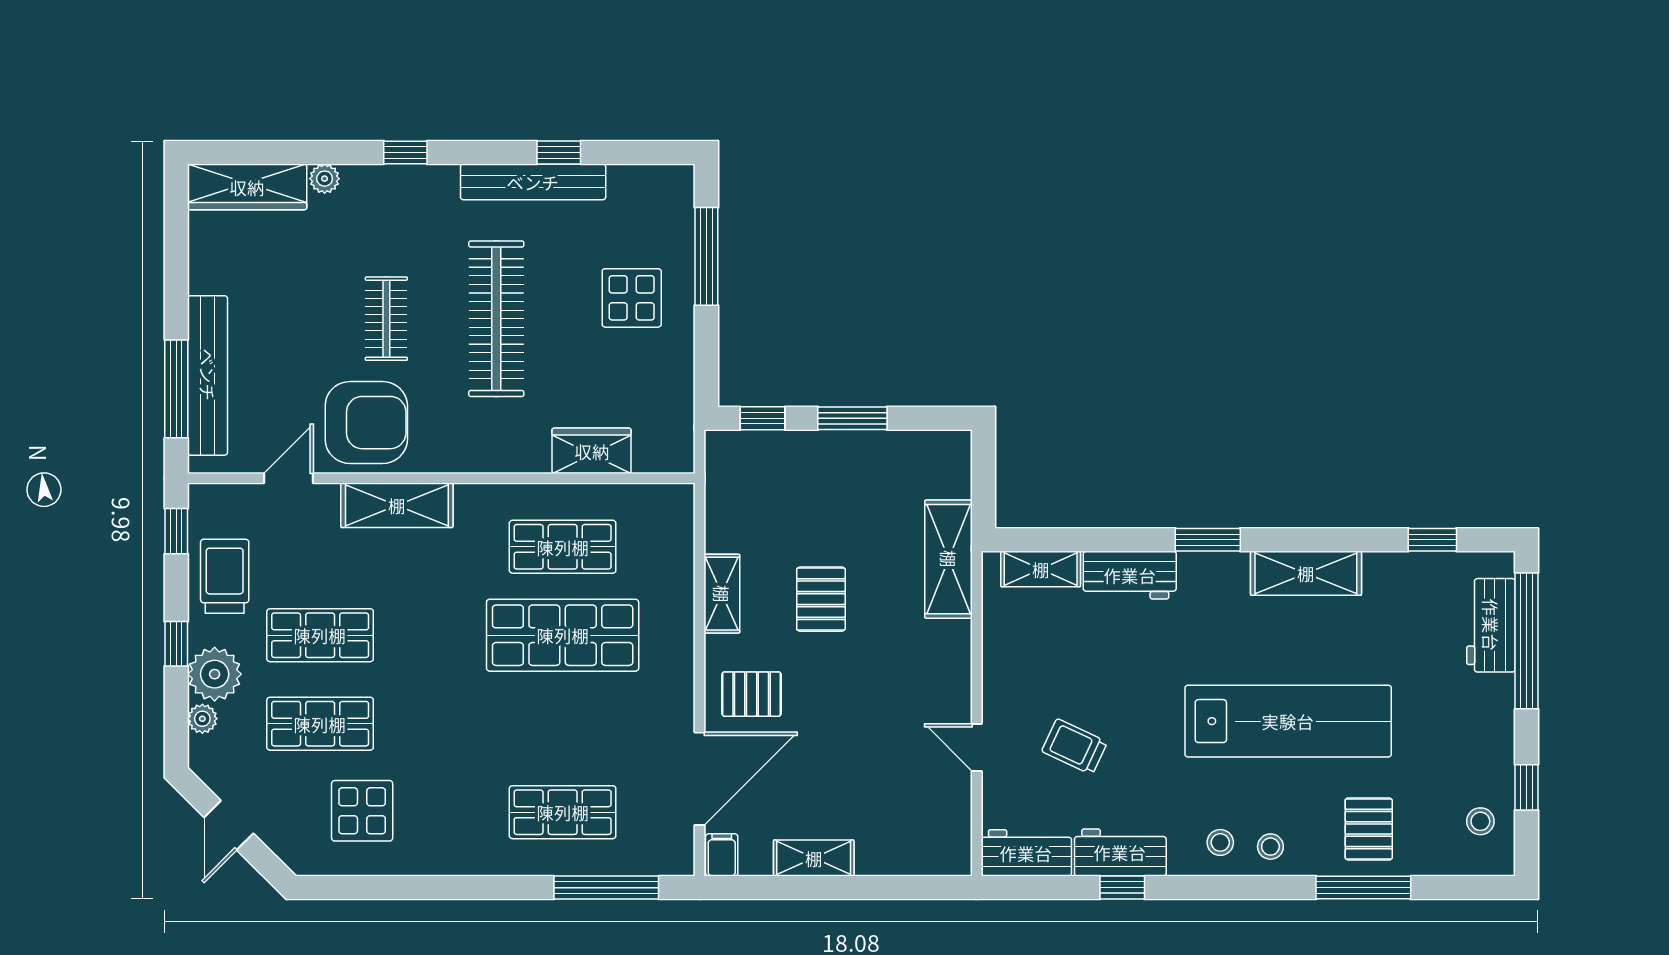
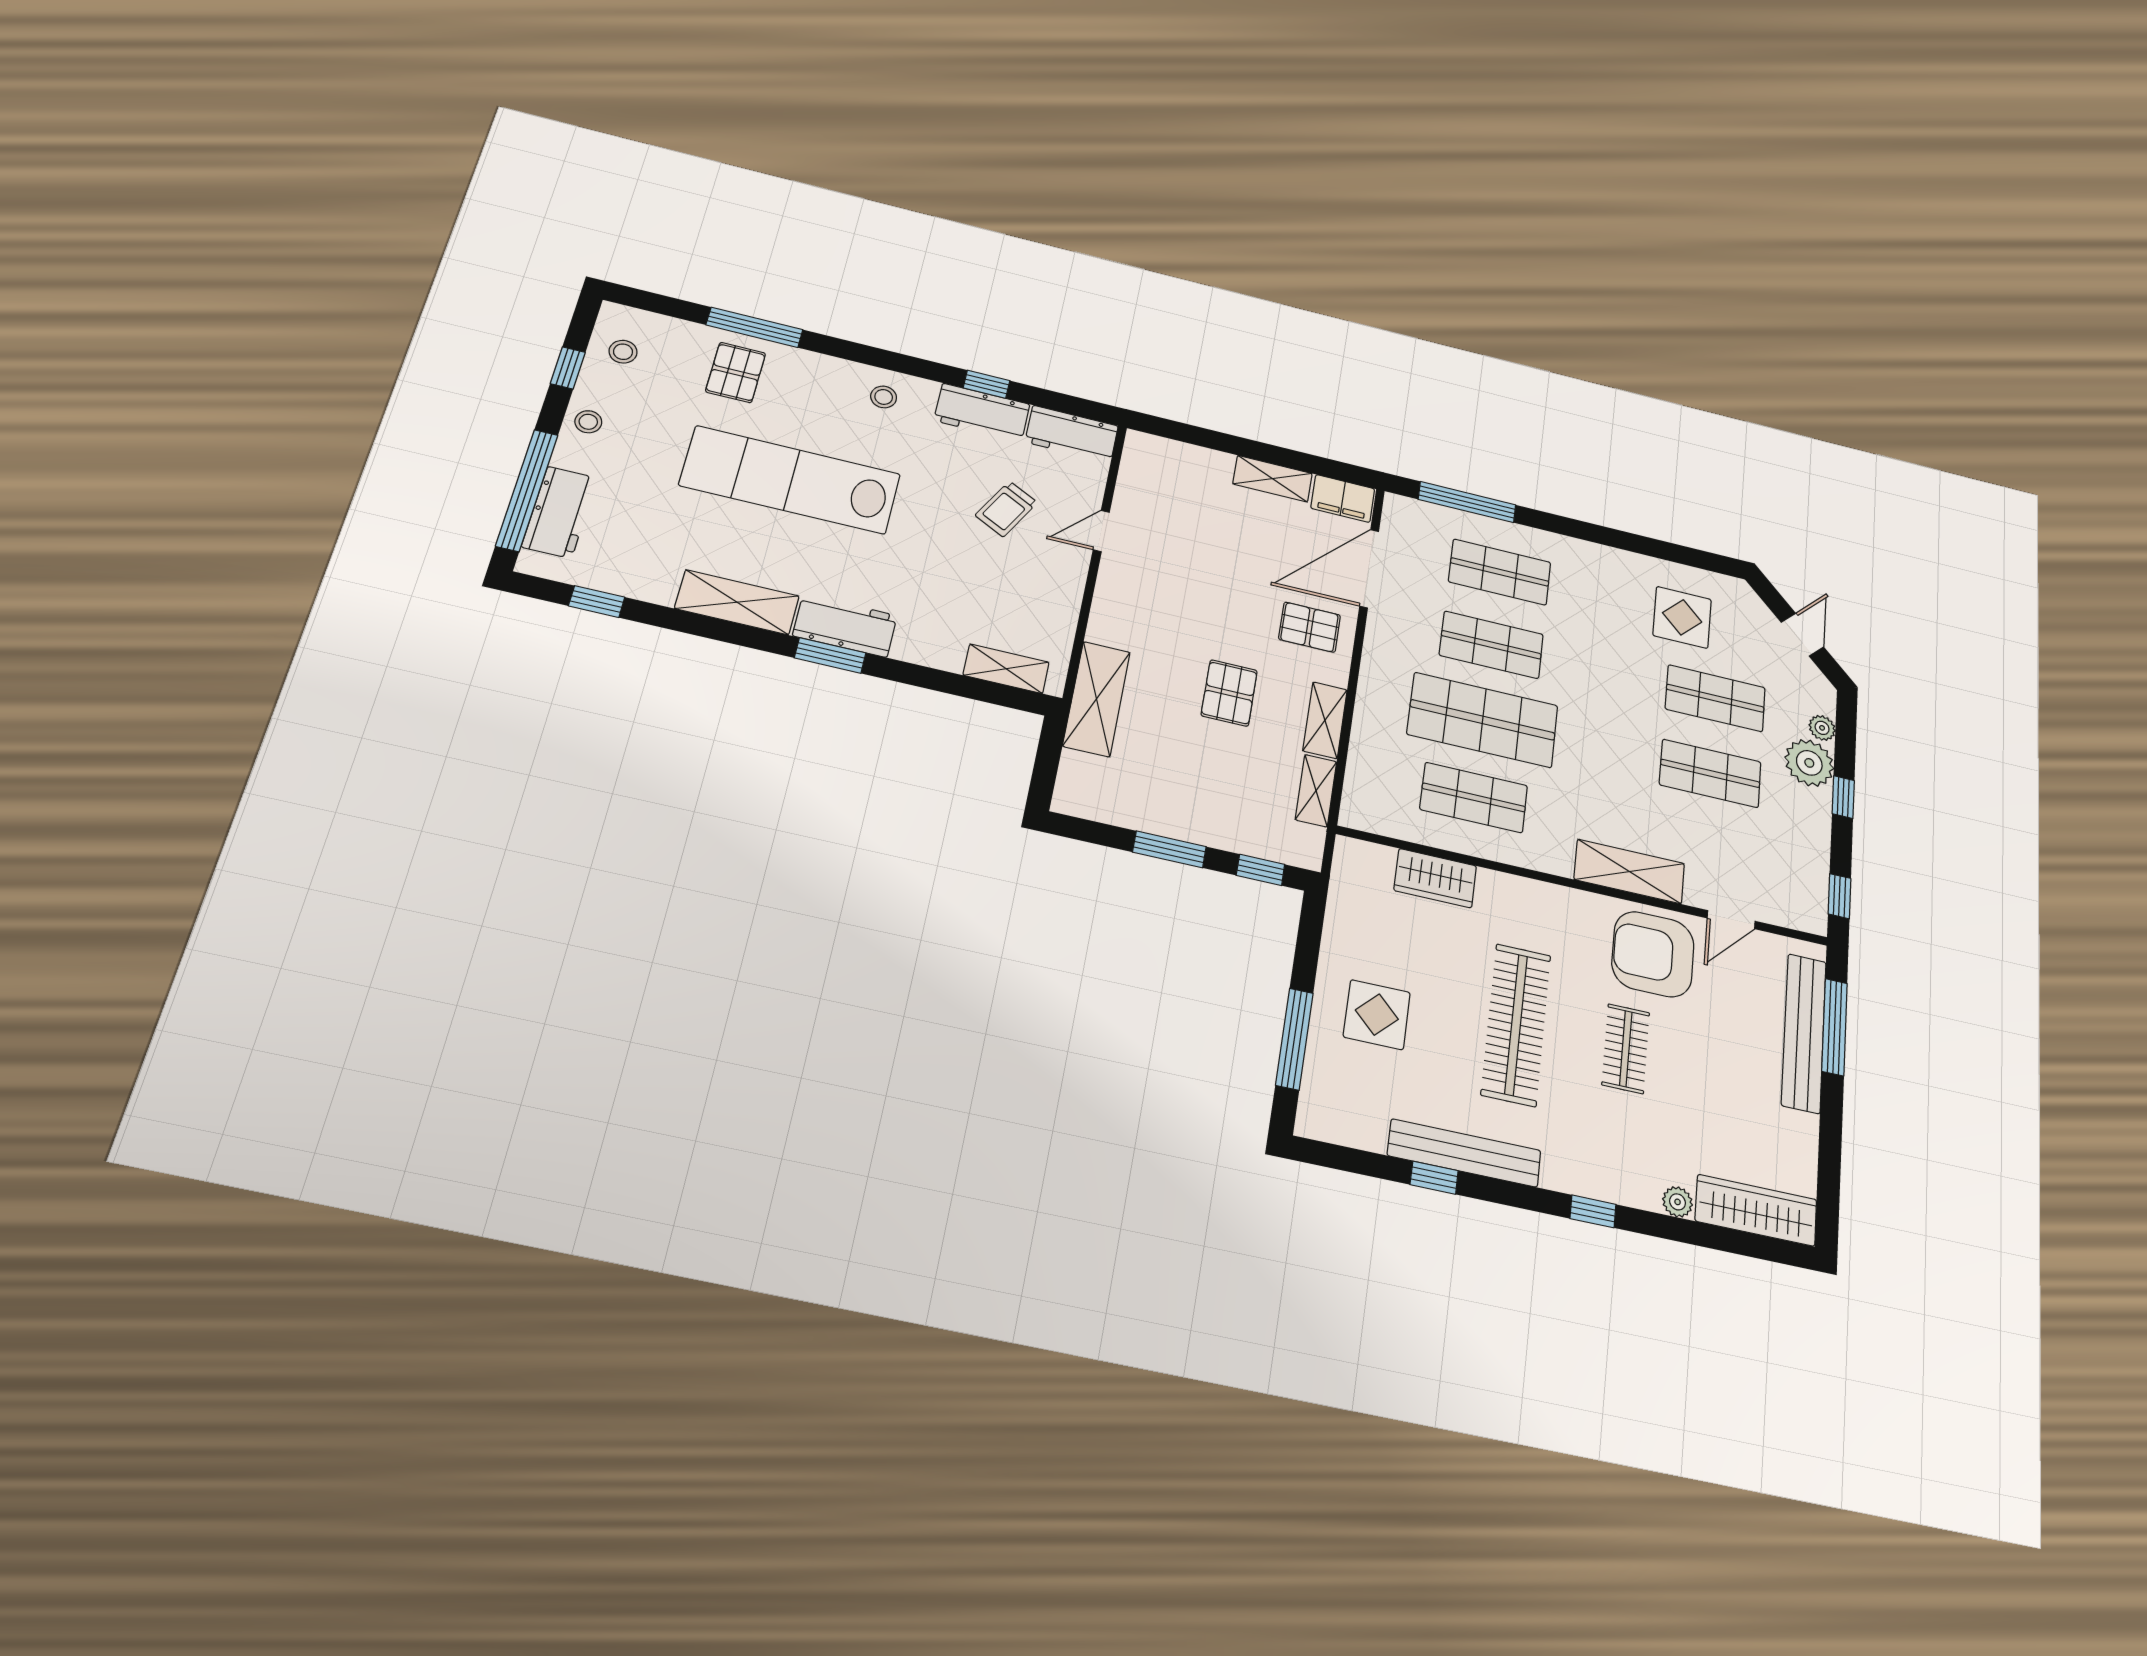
shelving: (720, 515) -> (1316, 791), added
workbench: (1130, 575) -> (845, 626), moved
trolley: (225, 576) -> (1796, 846), removed
shop shelf: (563, 724) -> (1491, 645), added
door: (977, 747) -> (1101, 531), swing flipped
trolley: (1075, 747) -> (1006, 509), turned 93
stool: (1270, 847) -> (588, 422), moved
filing cabinet: (722, 855) -> (1343, 498), width x2.00

